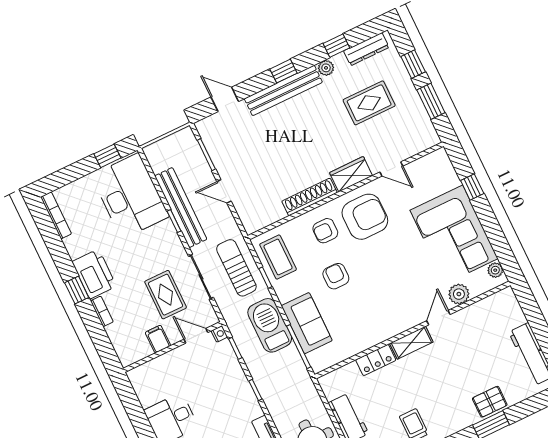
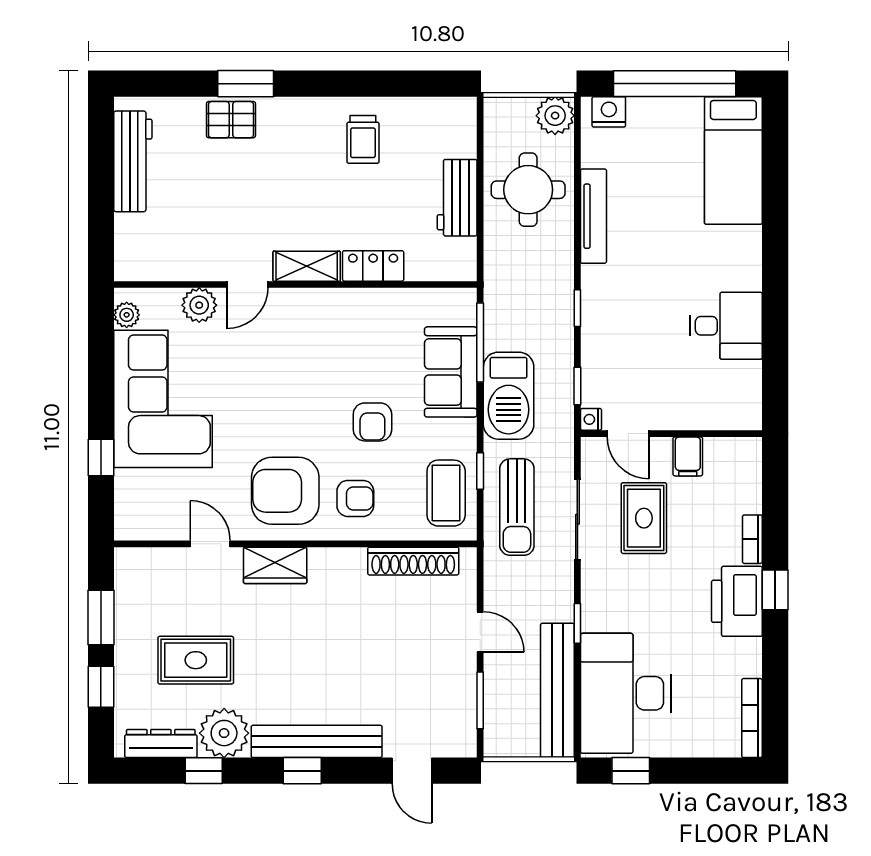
plant: (326, 68) -> (224, 733), width x1.87, depth x1.87
shoe rack: (309, 197) -> (413, 561), moved
bench: (181, 208) -> (557, 690), moved

